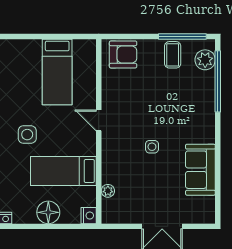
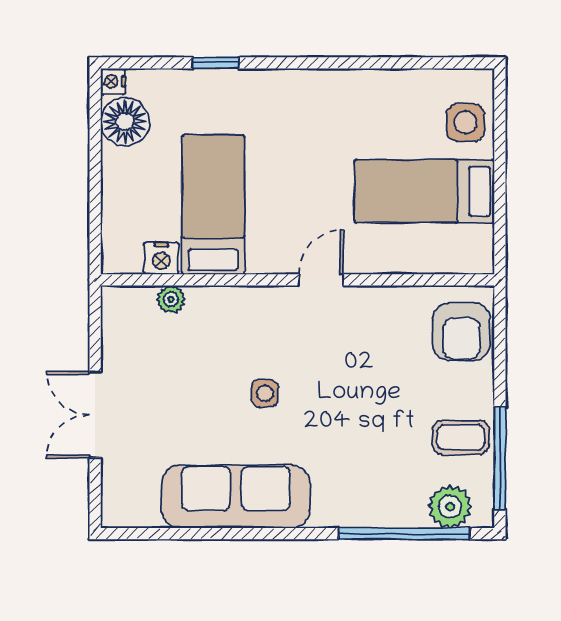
side table: (27, 135) -> (465, 122), moved
sofa: (200, 170) -> (236, 497), width x1.36
floor lamp: (48, 212) -> (125, 122), moved
nightstand: (89, 216) -> (161, 258), moved

